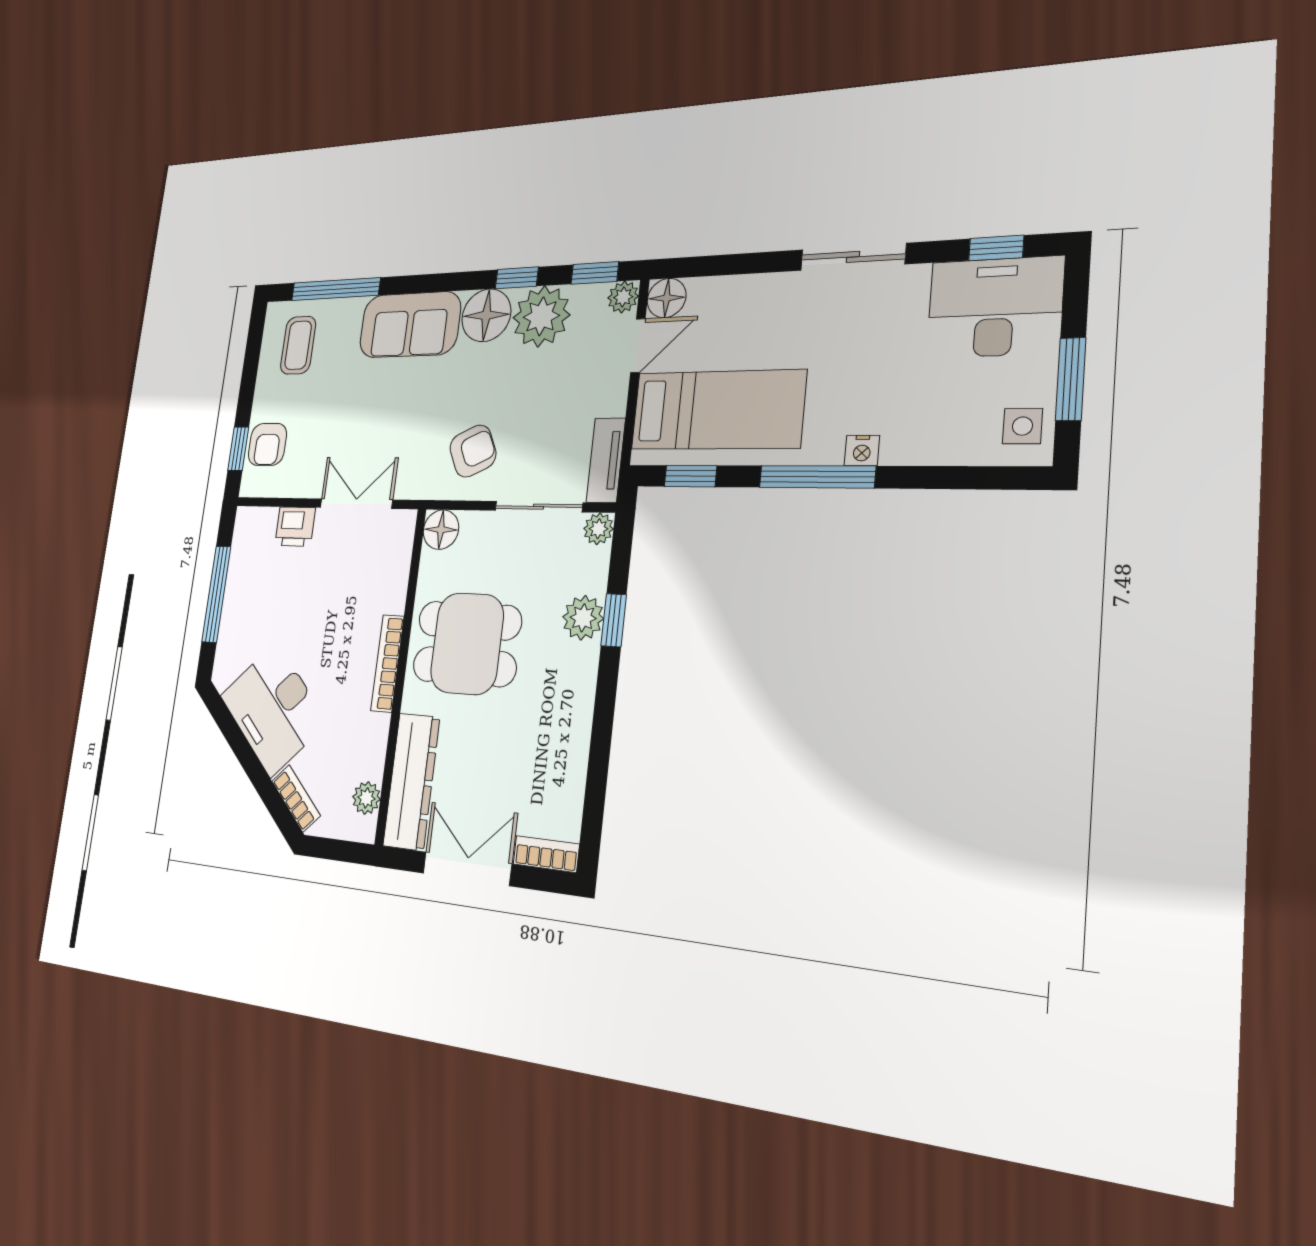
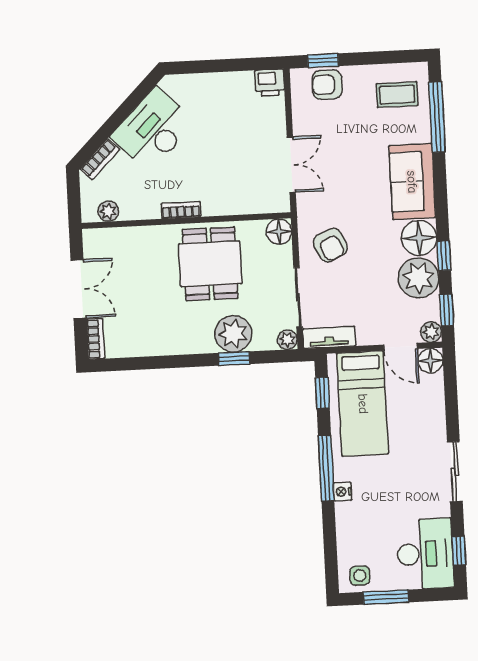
printer: (295, 527) -> (270, 83), moved, turned -90
window: (216, 594) -> (222, 66), removed
plant: (583, 618) -> (233, 334), width x1.36, depth x1.36
bookcase: (387, 663) -> (181, 210), width x0.64
dresser: (411, 781) -> (123, 241), removed

